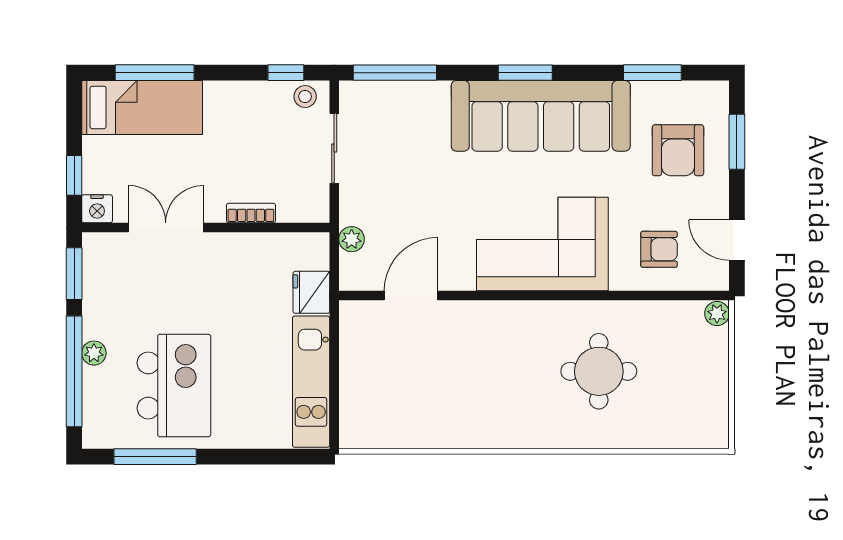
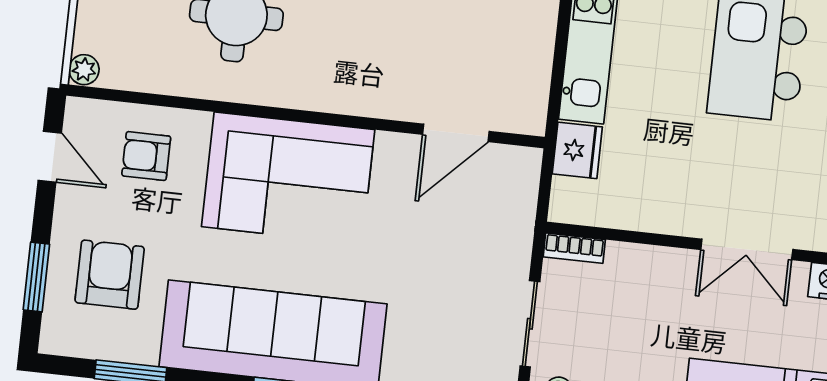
bookcase: (251, 213) -> (574, 248), moved
plant: (352, 239) -> (521, 210), removed

